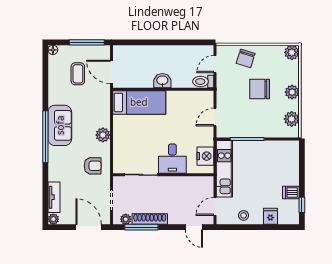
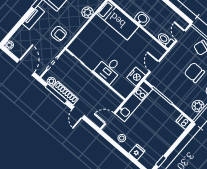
door: (215, 64) -> (181, 36), hinge flipped
door: (215, 117) -> (154, 67), hinge flipped
plant: (103, 135) -> (87, 12), moved
nightstand: (205, 156) -> (136, 76), moved
dishwasher: (291, 193) -> (184, 122), moved
tv unit: (54, 197) -> (33, 18), moved
door: (194, 227) -> (78, 112), moved

